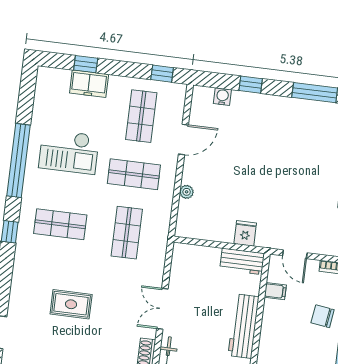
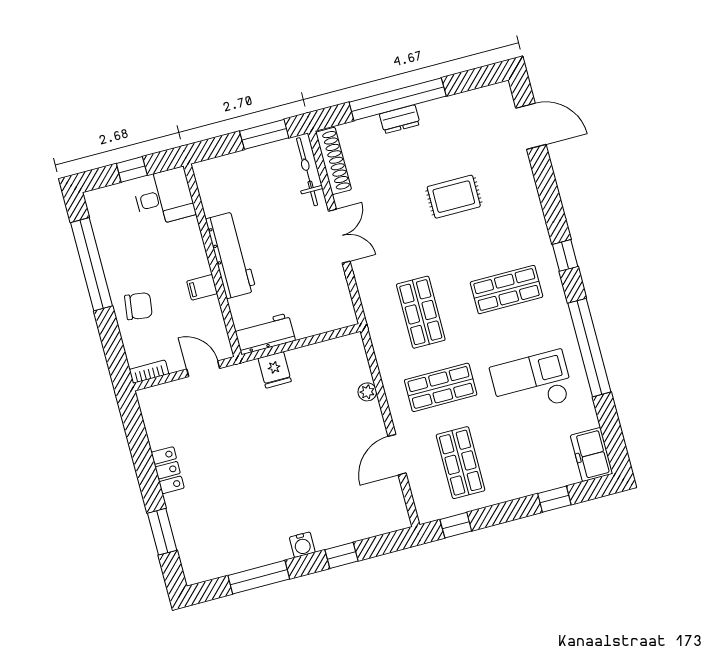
freezer: (89, 84) -> (592, 455), moved, turned -90
water cooler: (222, 97) -> (302, 545), moved
filing cabinet: (275, 291) -> (202, 287), moved

